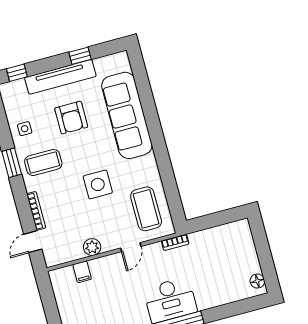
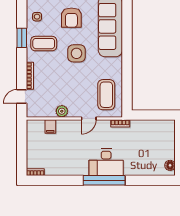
side table: (98, 184) -> (77, 53), moved

